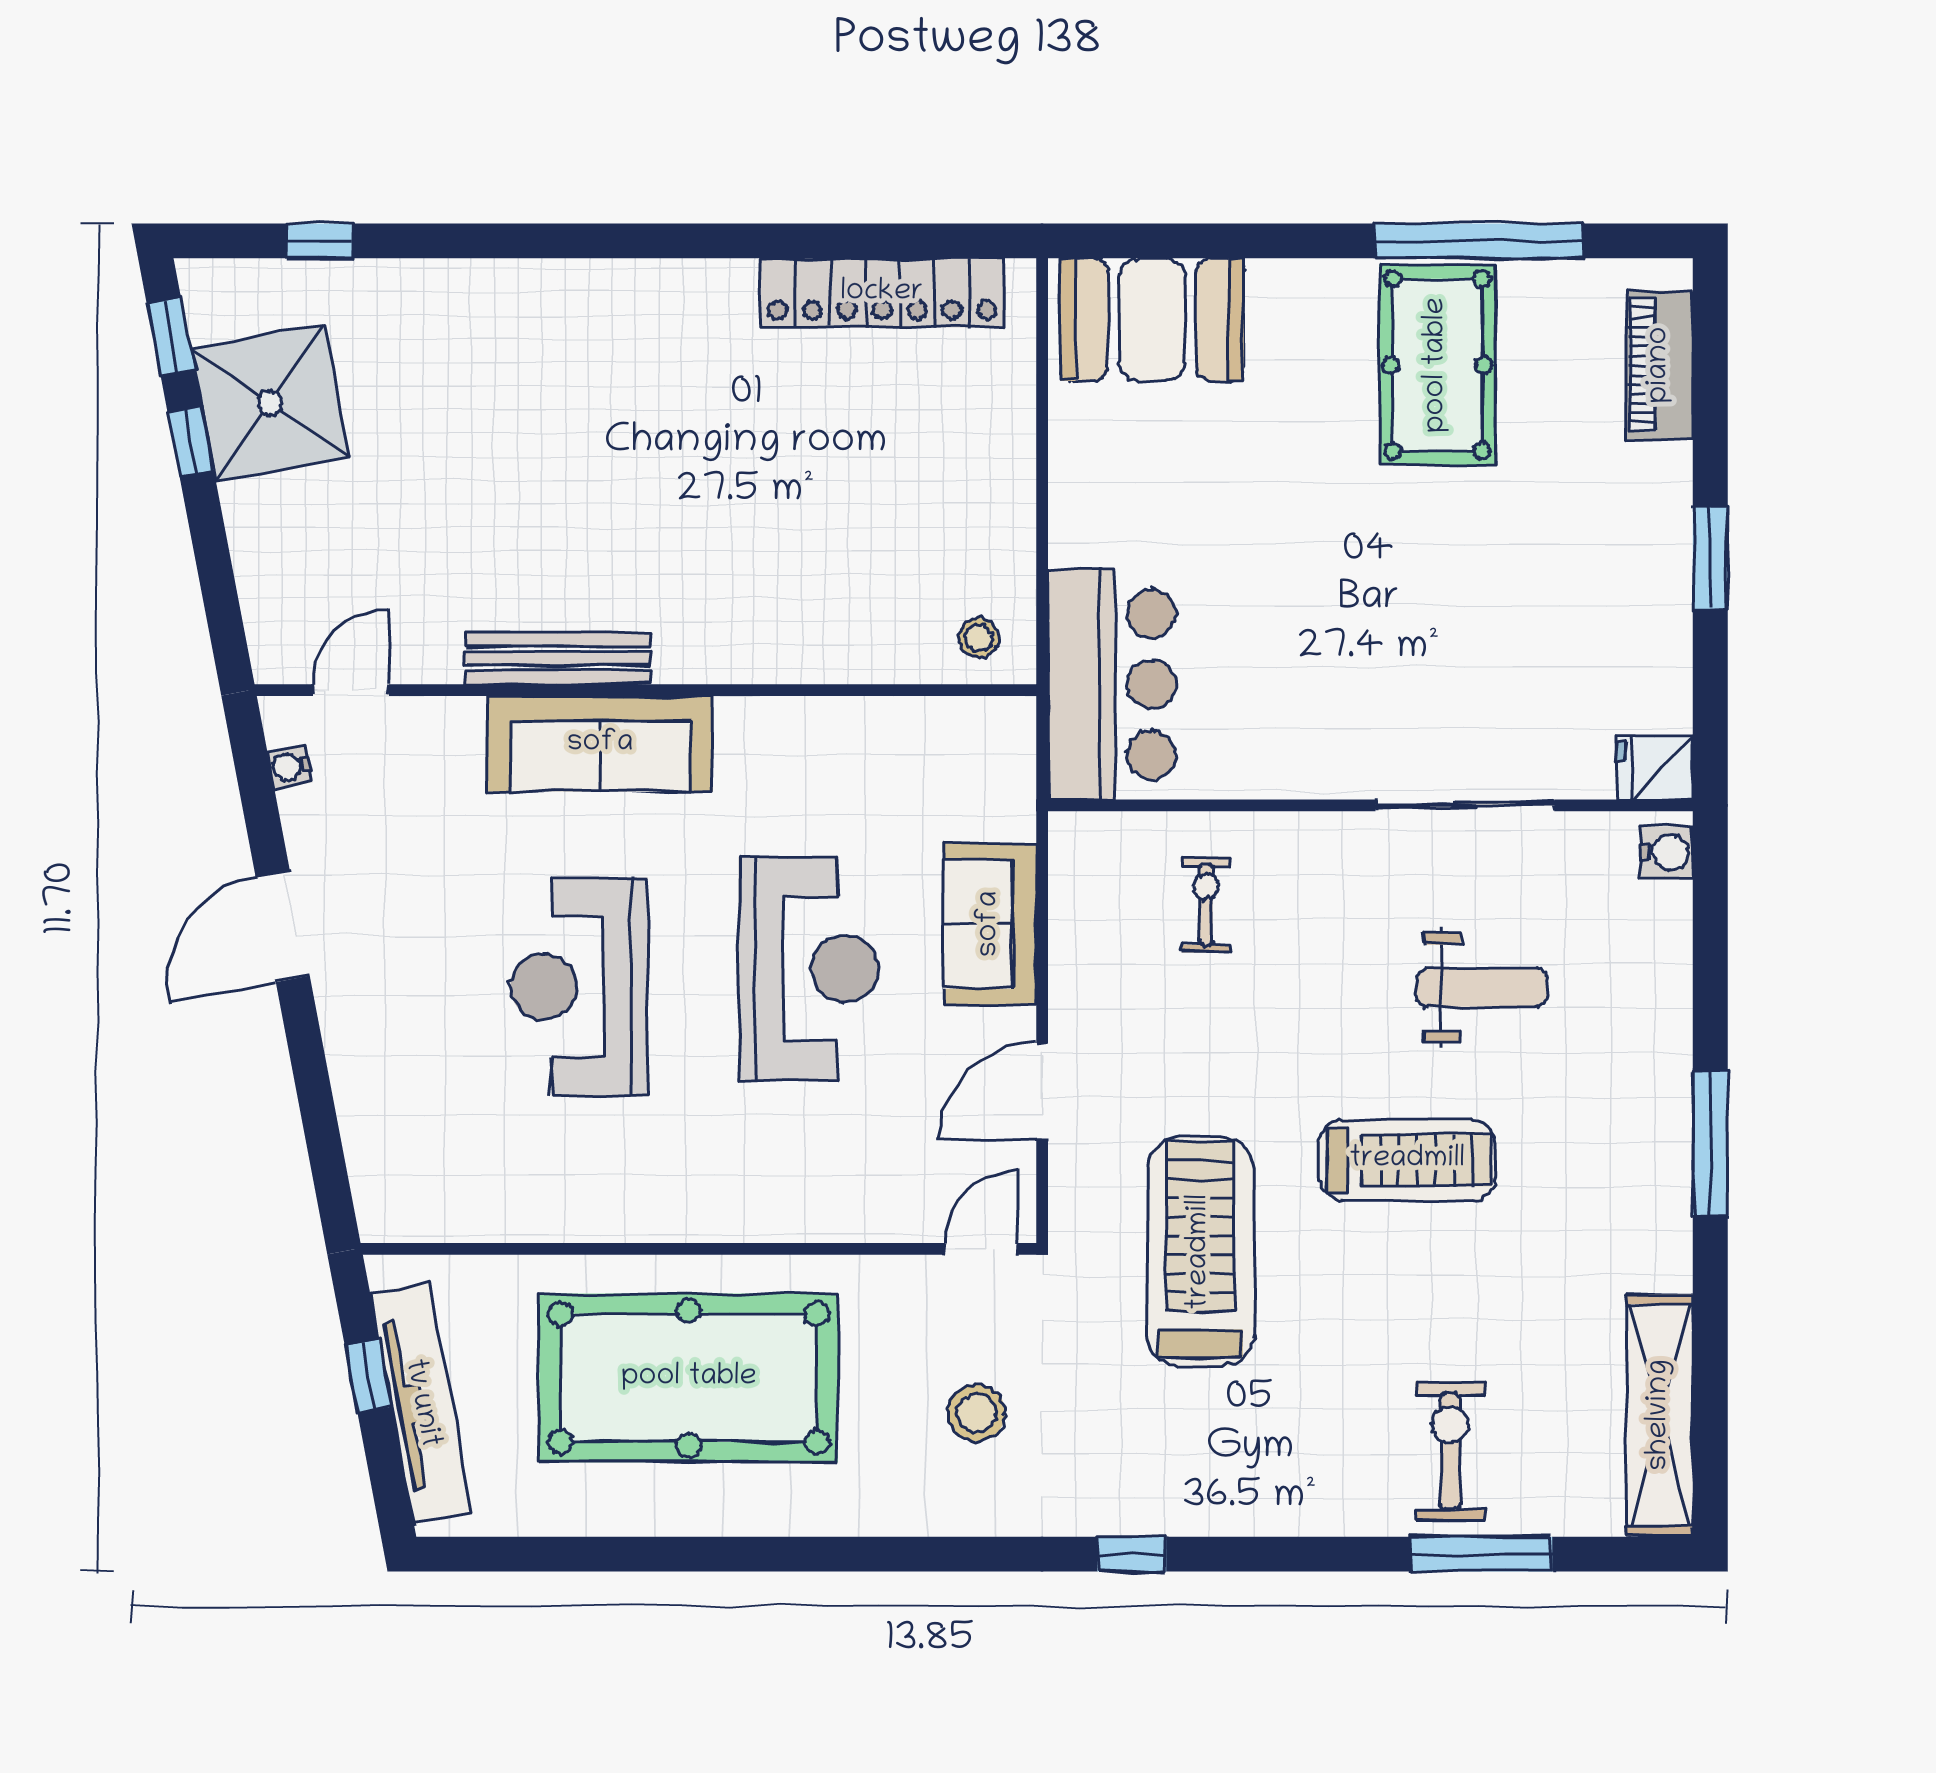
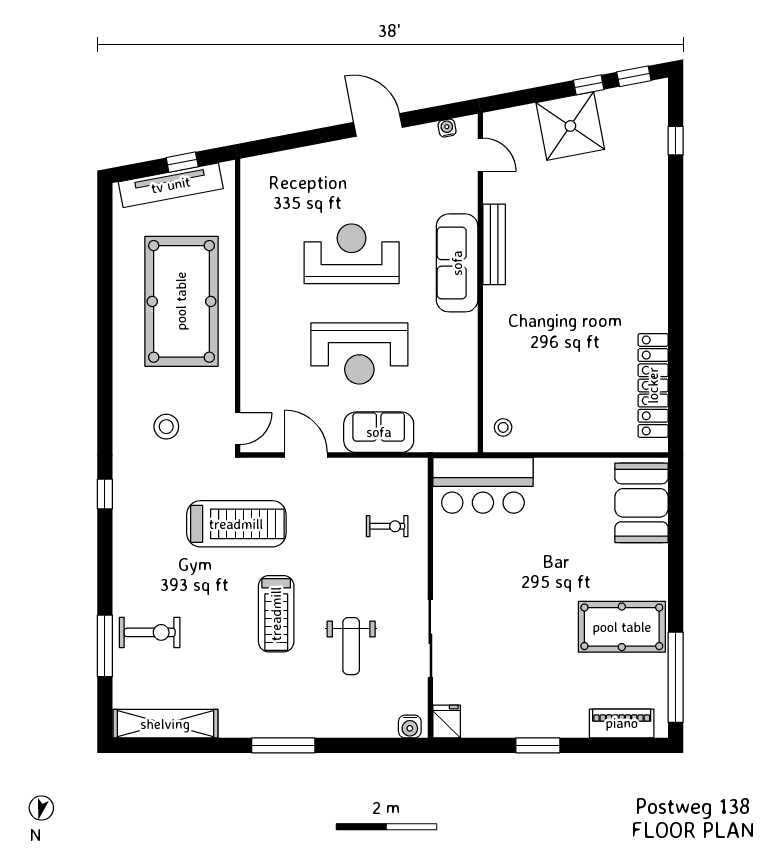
window: (1479, 241) -> (676, 677), moved
shower: (270, 403) -> (570, 126), moved
door: (981, 1249) -> (238, 429), hinge flipped

